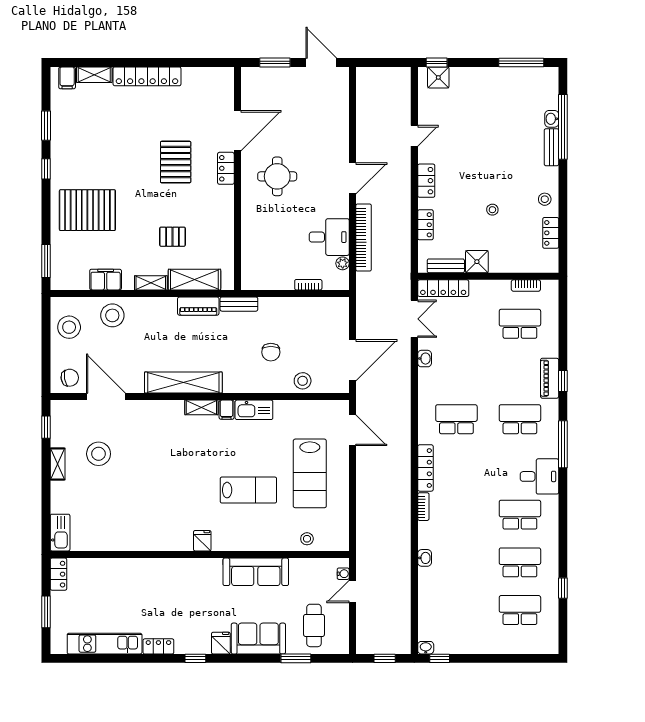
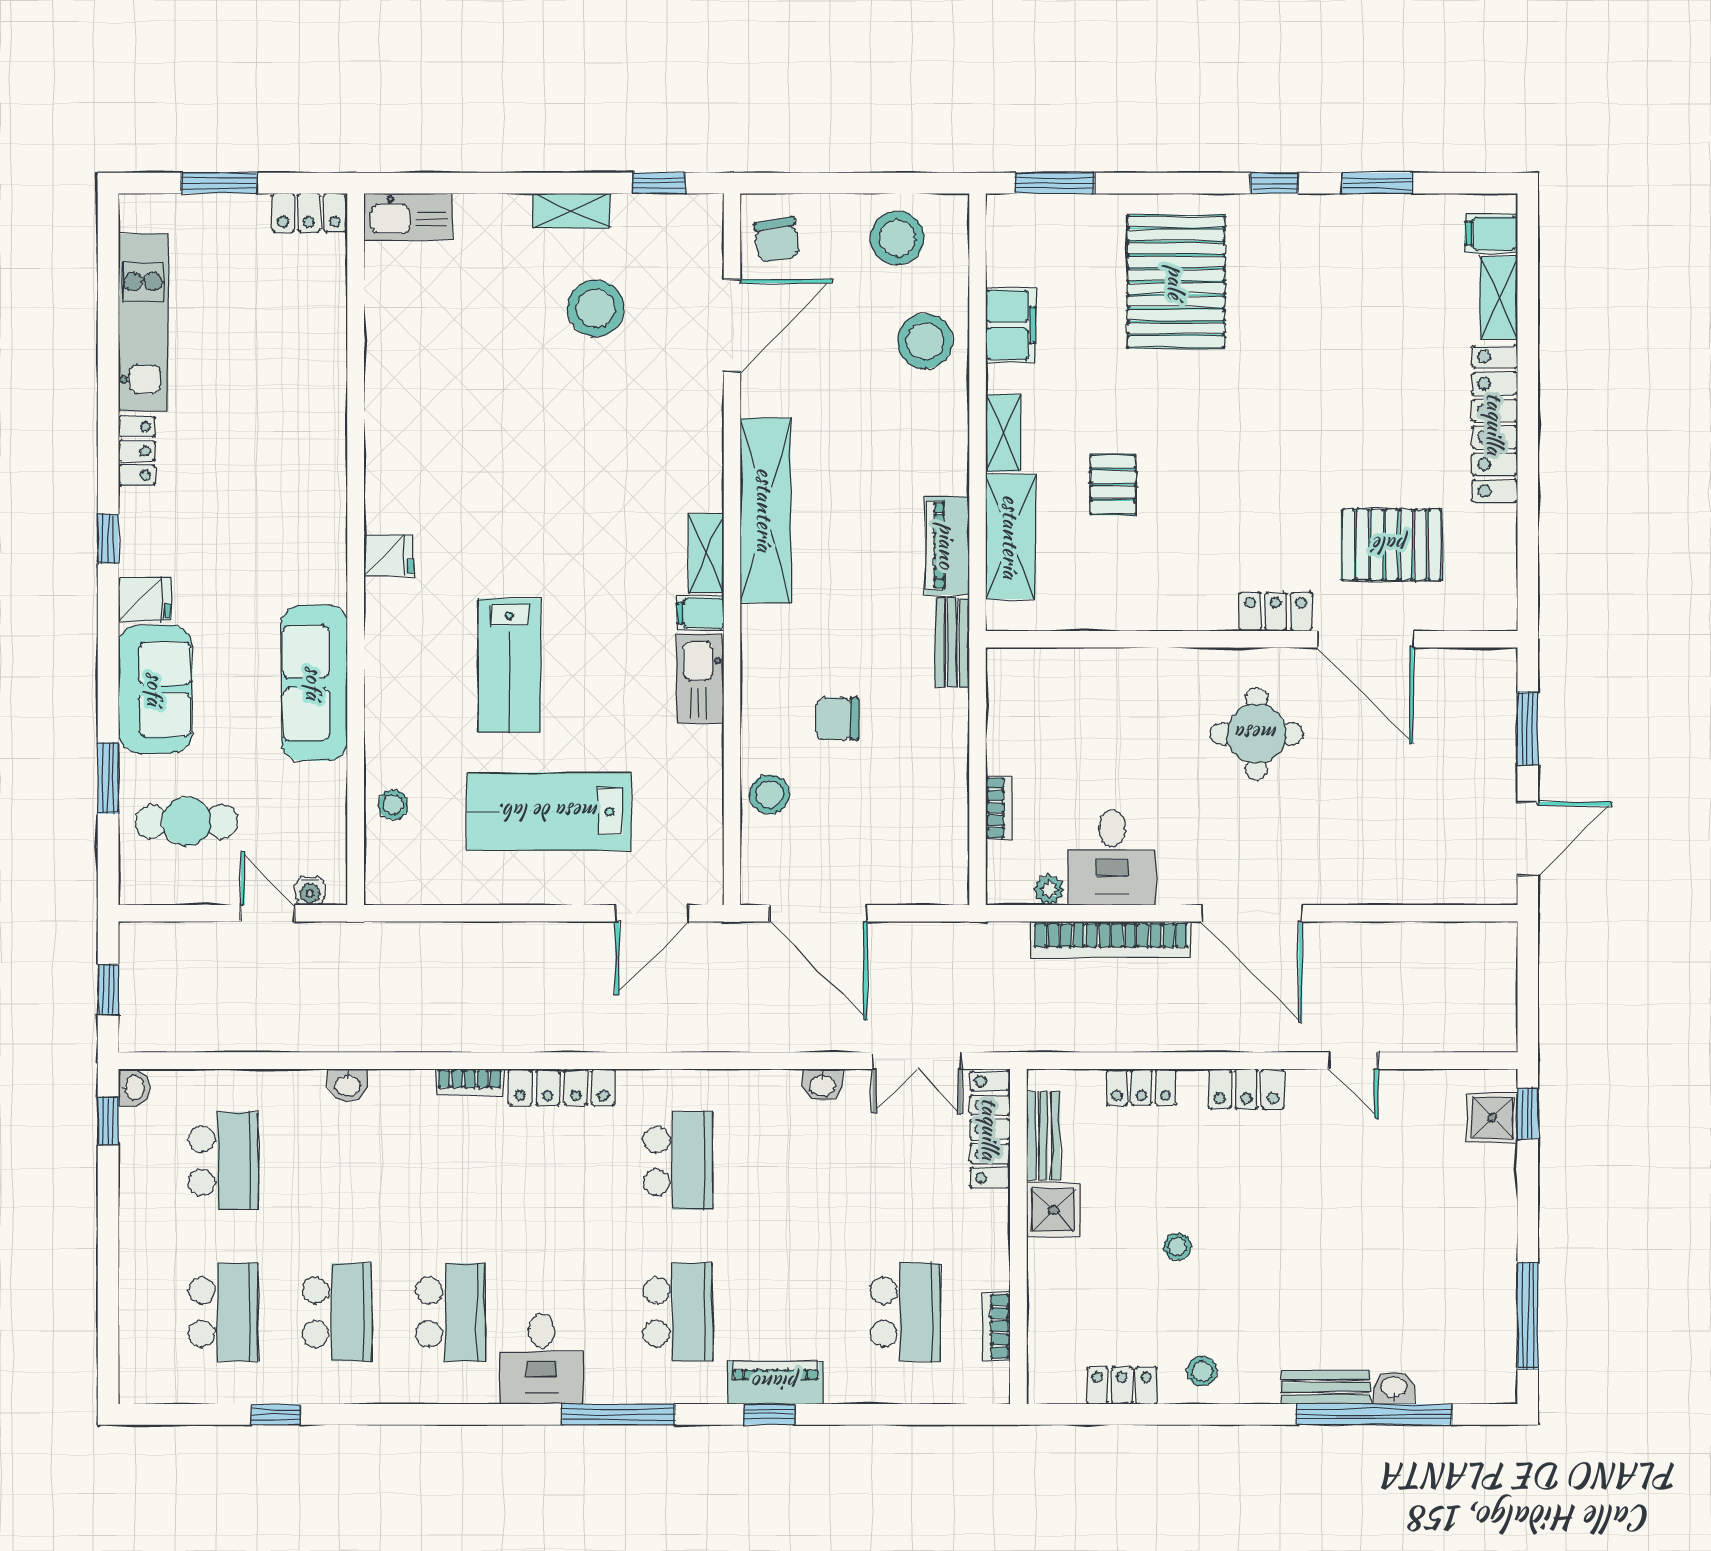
pallet: (176, 162) -> (1391, 545), moved
door: (352, 178) -> (1252, 913), width x1.36
school desk: (456, 610) -> (223, 1161), added

